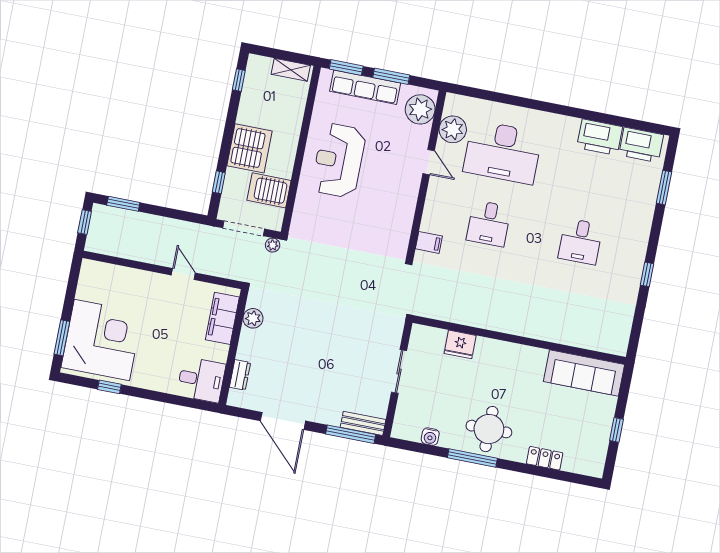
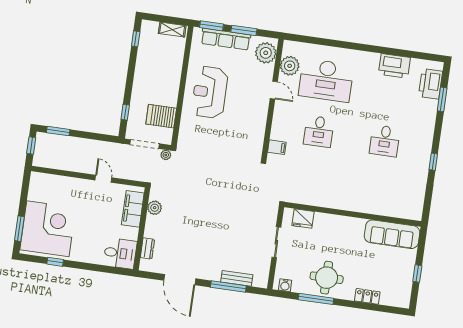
printer: (641, 145) -> (431, 84), moved, turned 90
server rack: (249, 148) -> (146, 87), removed
sliding door: (399, 371) -> (276, 242), moved
wall: (398, 379) -> (276, 248), moved

